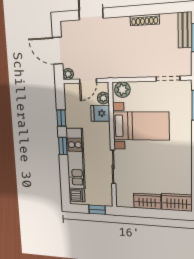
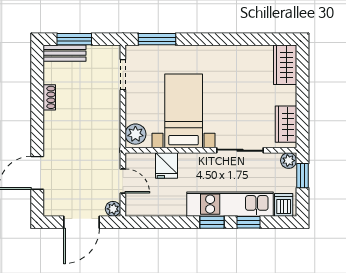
shoe rack: (145, 20) -> (49, 97), width x0.70
plant: (103, 98) -> (289, 161), moved
window: (61, 118) -> (248, 222), moved
wardrobe: (147, 201) -> (286, 124), moved

